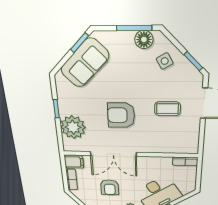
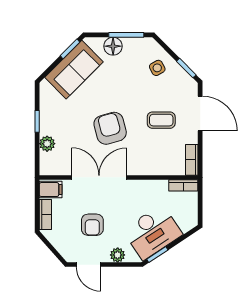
floor lamp: (144, 40) -> (113, 46), moved
armchair: (121, 115) -> (110, 128), turned 75
plant: (73, 127) -> (47, 144), width x0.53, depth x0.53
bookcase: (194, 142) -> (192, 160), added
double door: (113, 154) -> (99, 177), swing flipped

